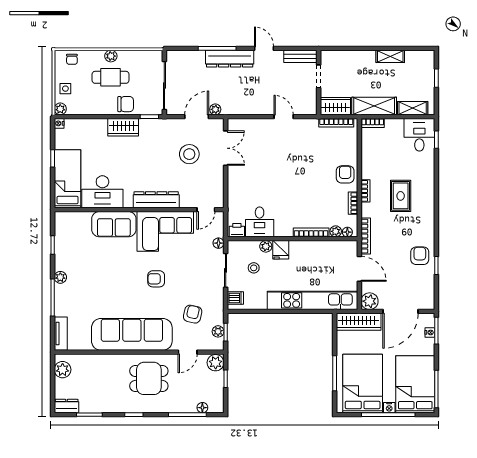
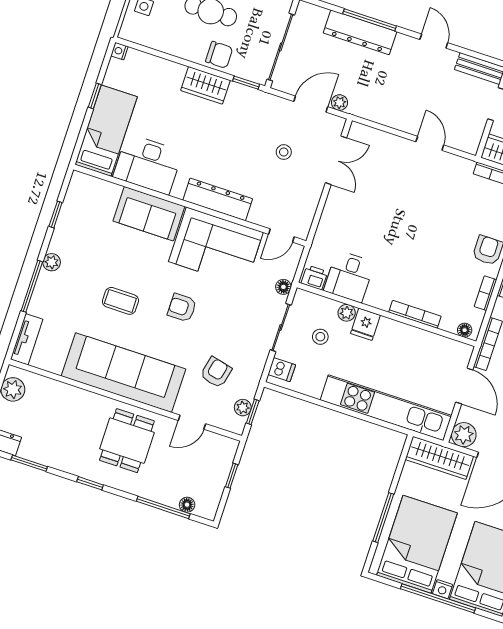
dresser: (230, 59) -> (360, 32), moved
plant: (60, 109) -> (128, 32), removed
stool: (189, 154) -> (284, 152), width x0.53, depth x0.53
plant: (336, 231) -> (449, 324), removed
coffee table: (114, 288) -> (120, 301), added
plant: (216, 363) -> (225, 449), removed
dining table: (149, 378) -> (127, 441), turned 90

